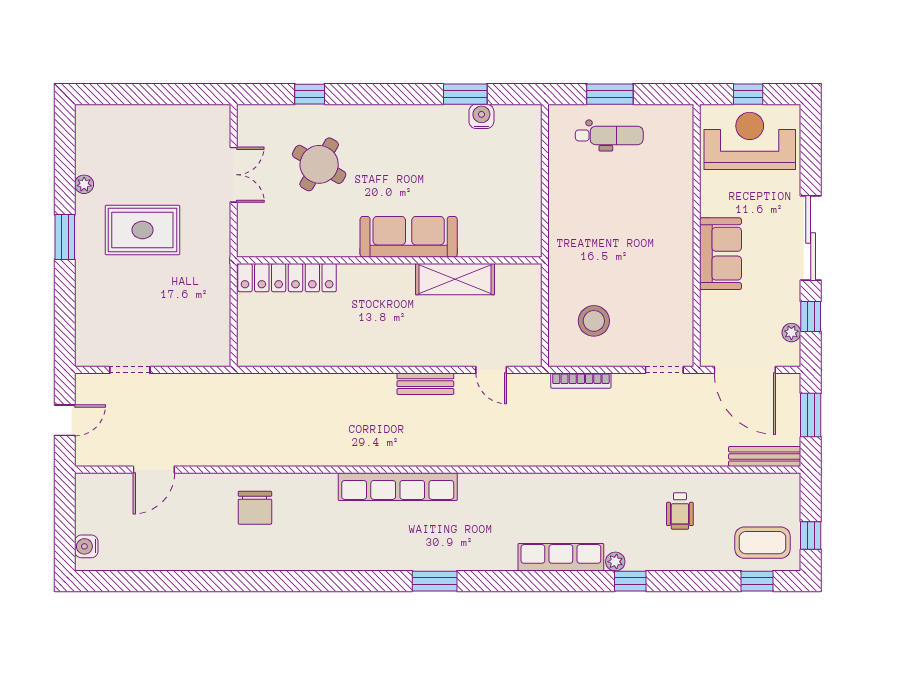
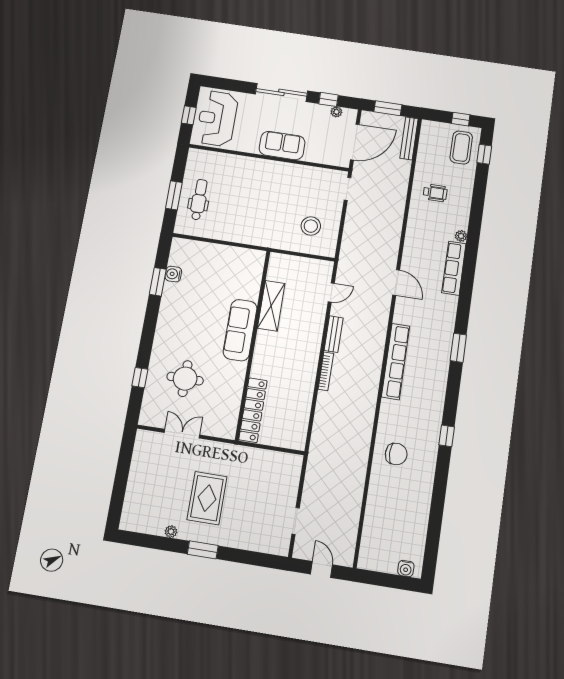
round table: (319, 164) -> (185, 379), turned -31
bookcase: (581, 381) -> (326, 371), moved
door: (154, 470) -> (396, 282), moved
window: (630, 581) -> (447, 436), moved

